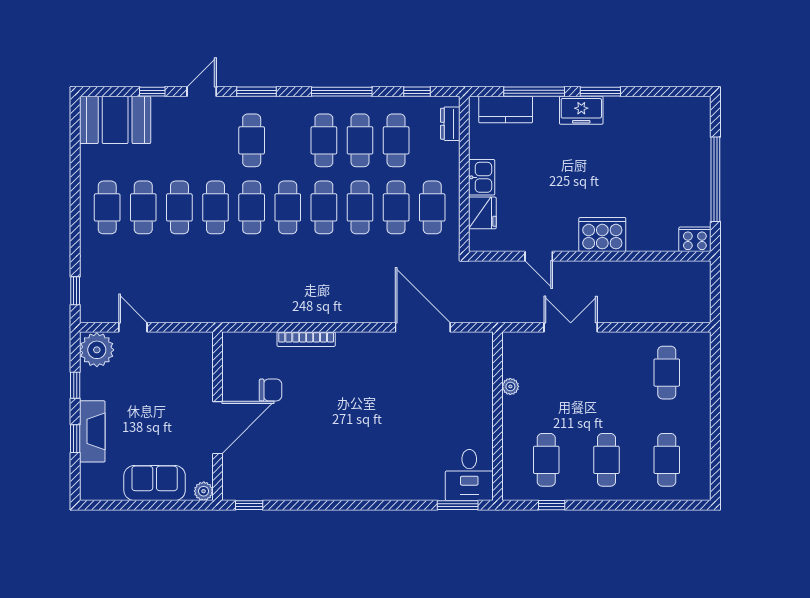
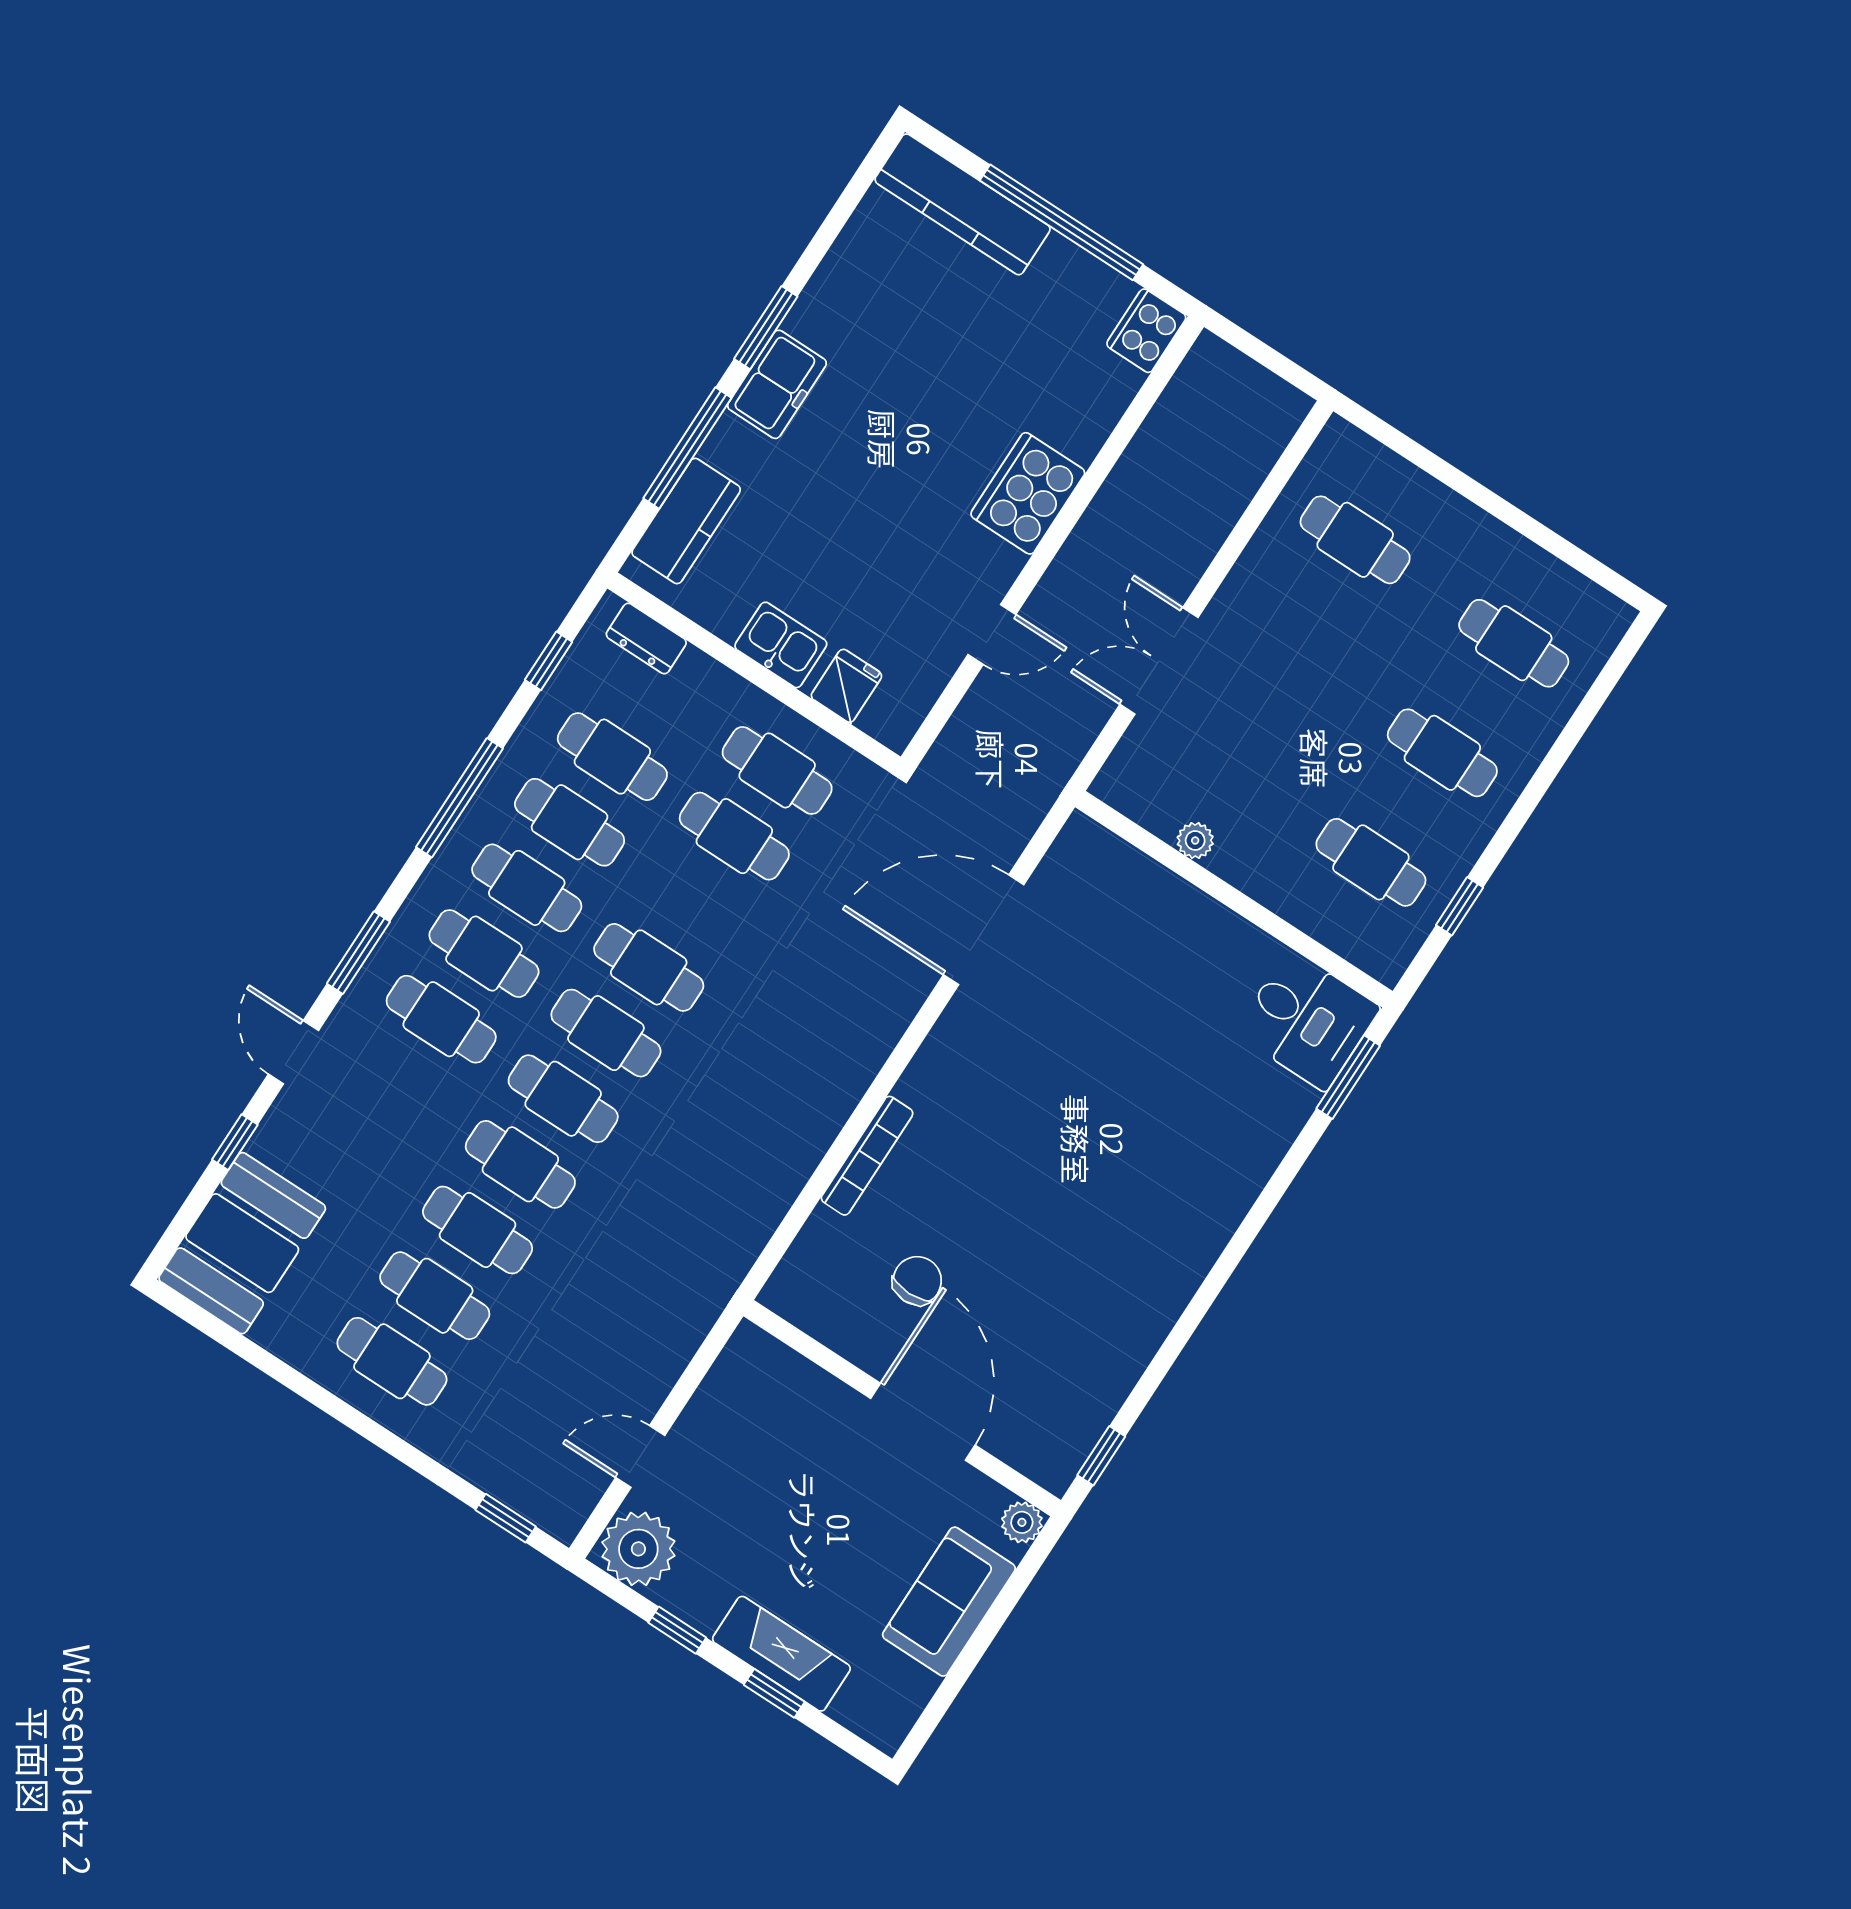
kitchen counter: (697, 137) -> (963, 204), added
cafe table: (360, 207) -> (484, 954), moved
fridge: (482, 213) -> (846, 686), width x0.72

